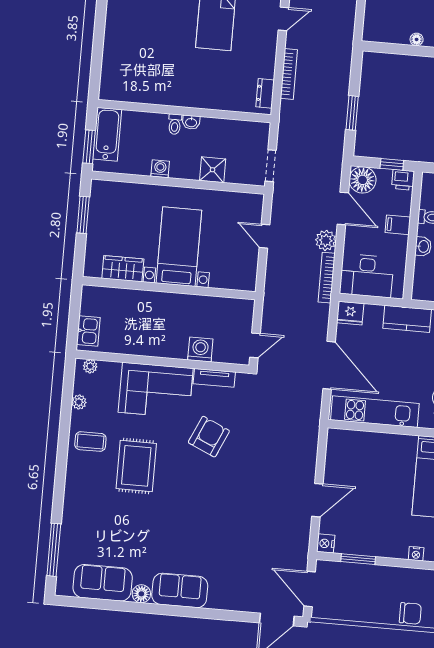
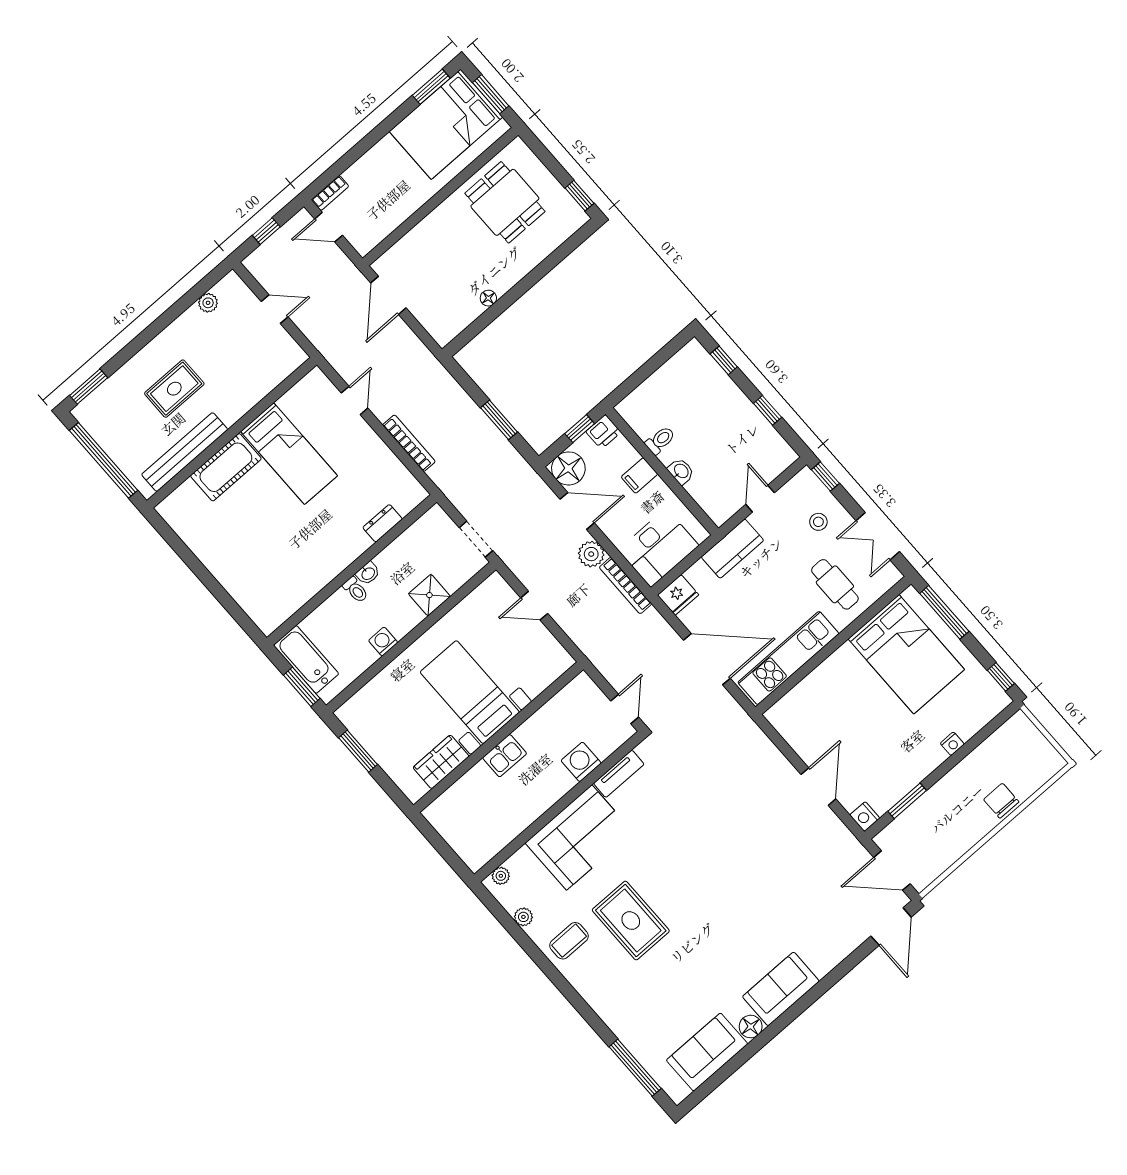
dresser: (265, 93) -> (383, 523), moved, turned 90
kitchen sink: (88, 331) -> (505, 756), moved, turned 90
armchair: (209, 437) -> (667, 829), removed
chair: (410, 613) -> (1001, 801), turned -90

